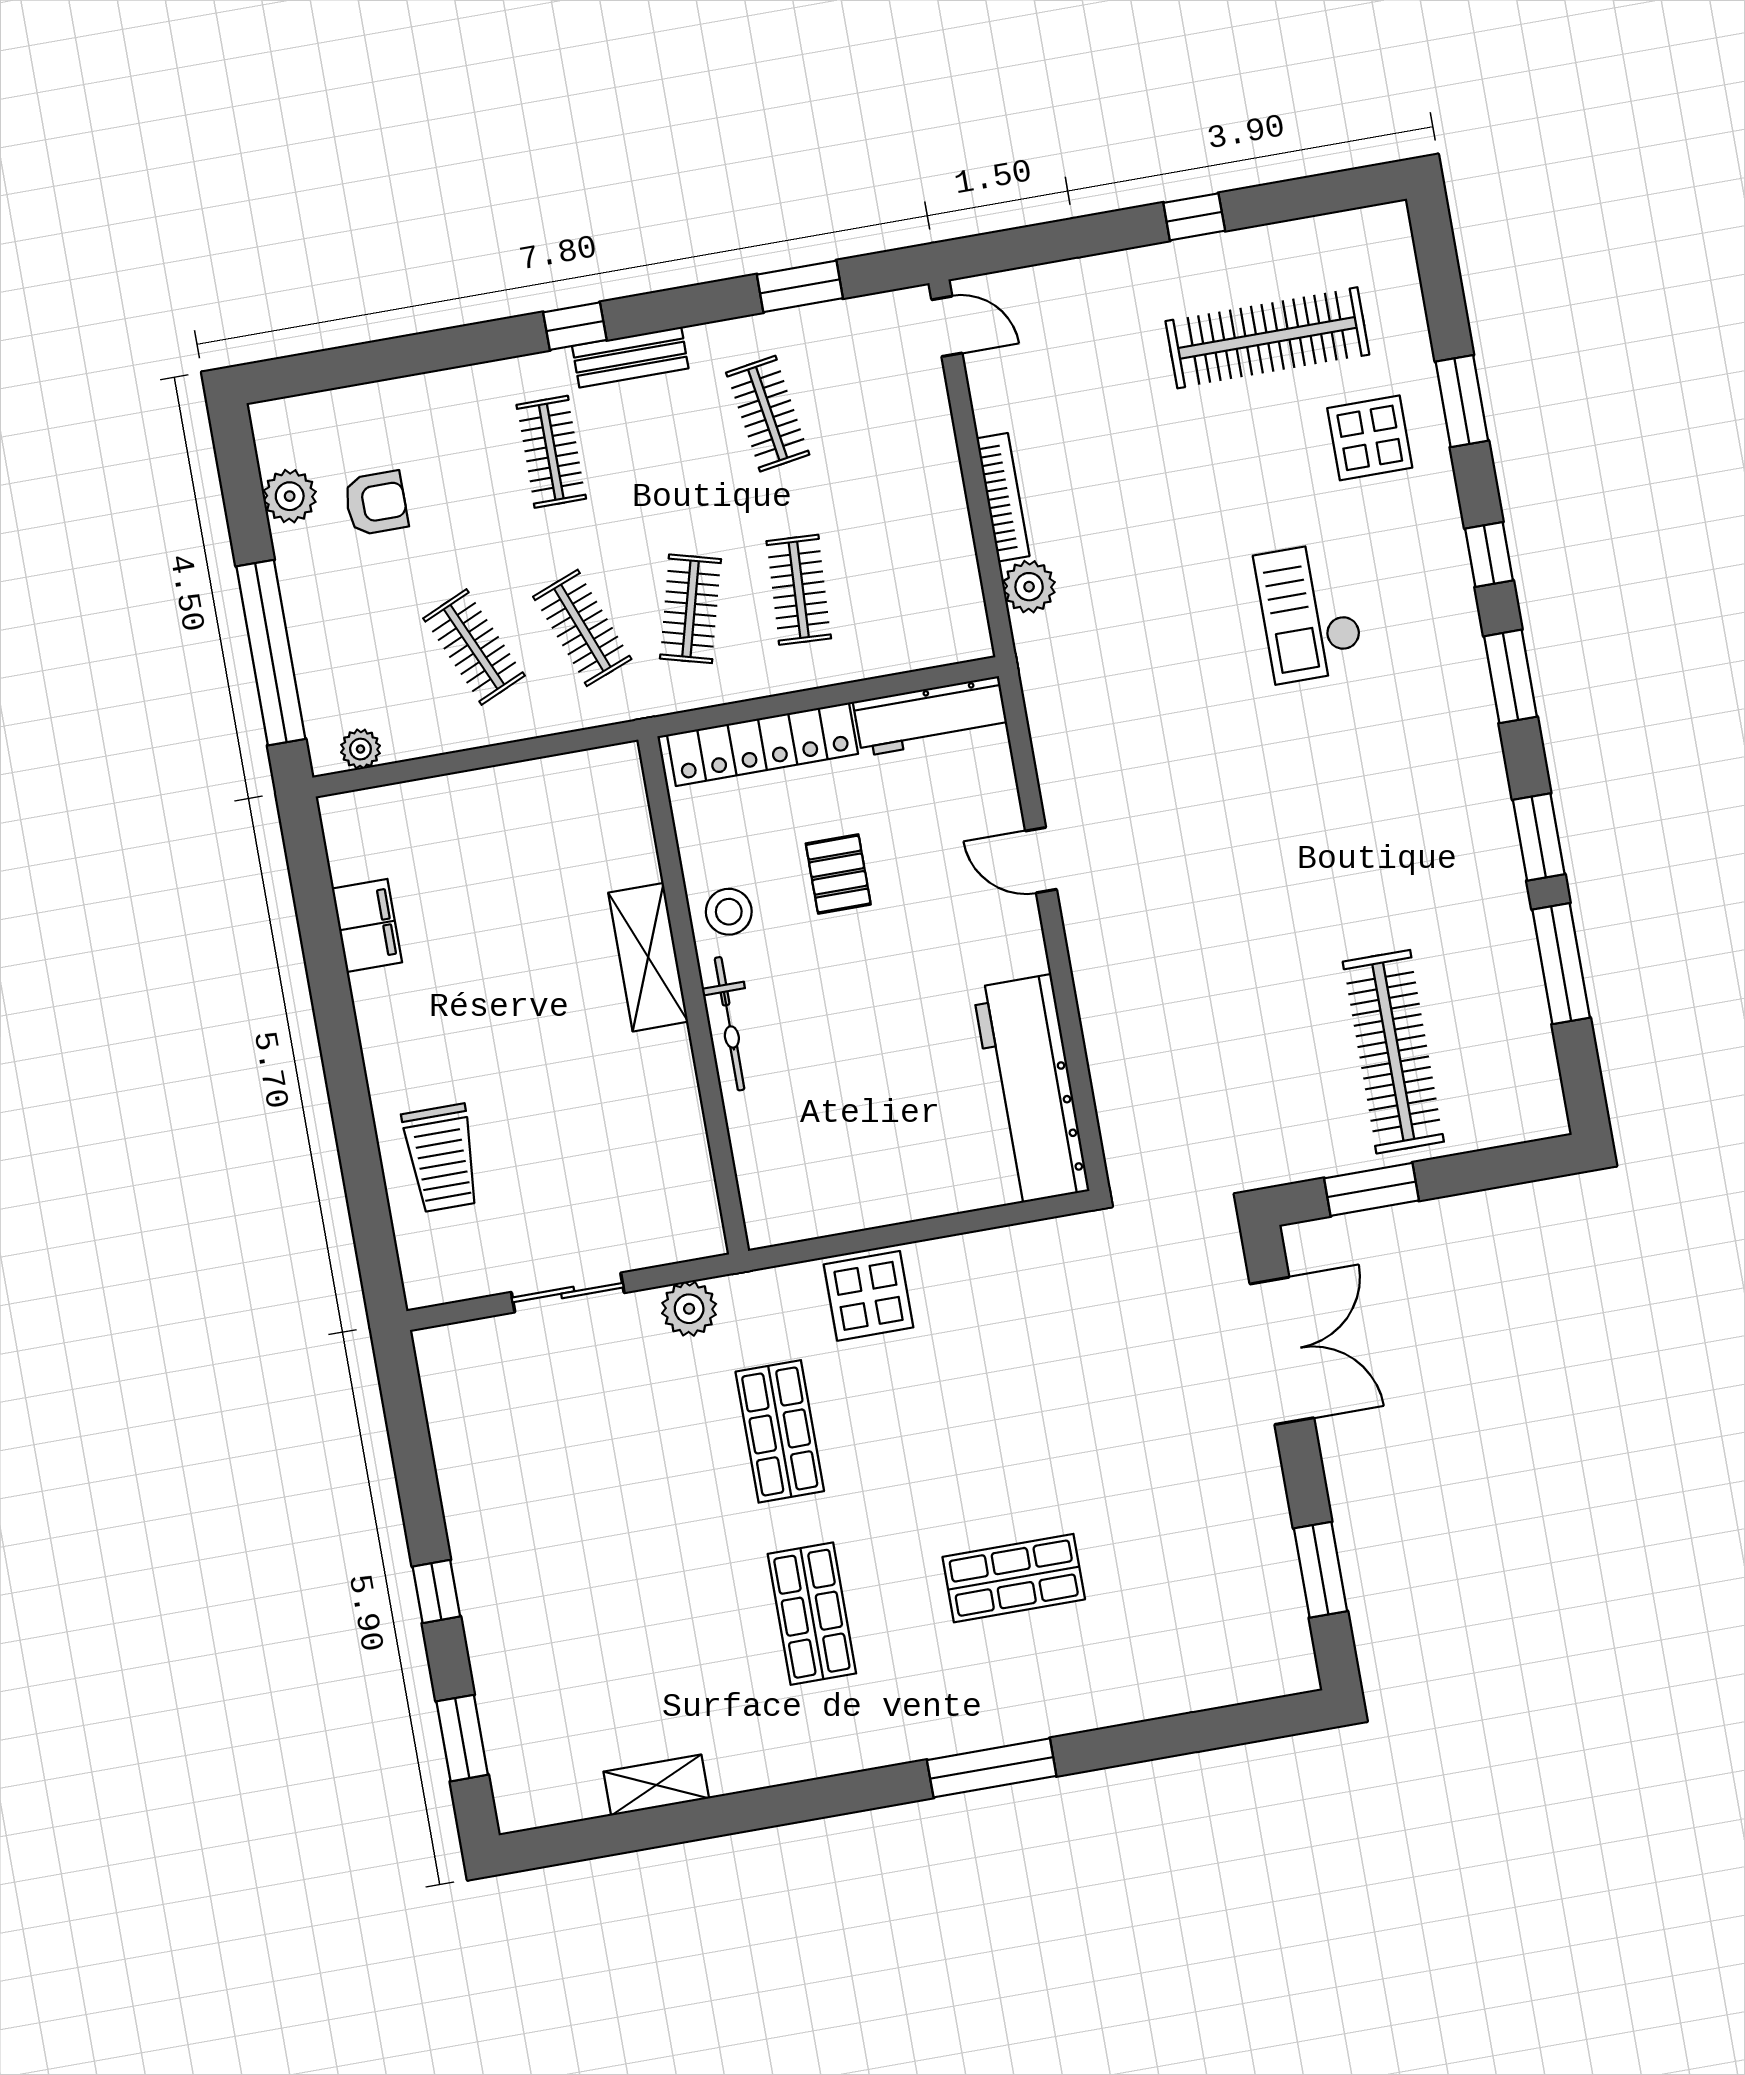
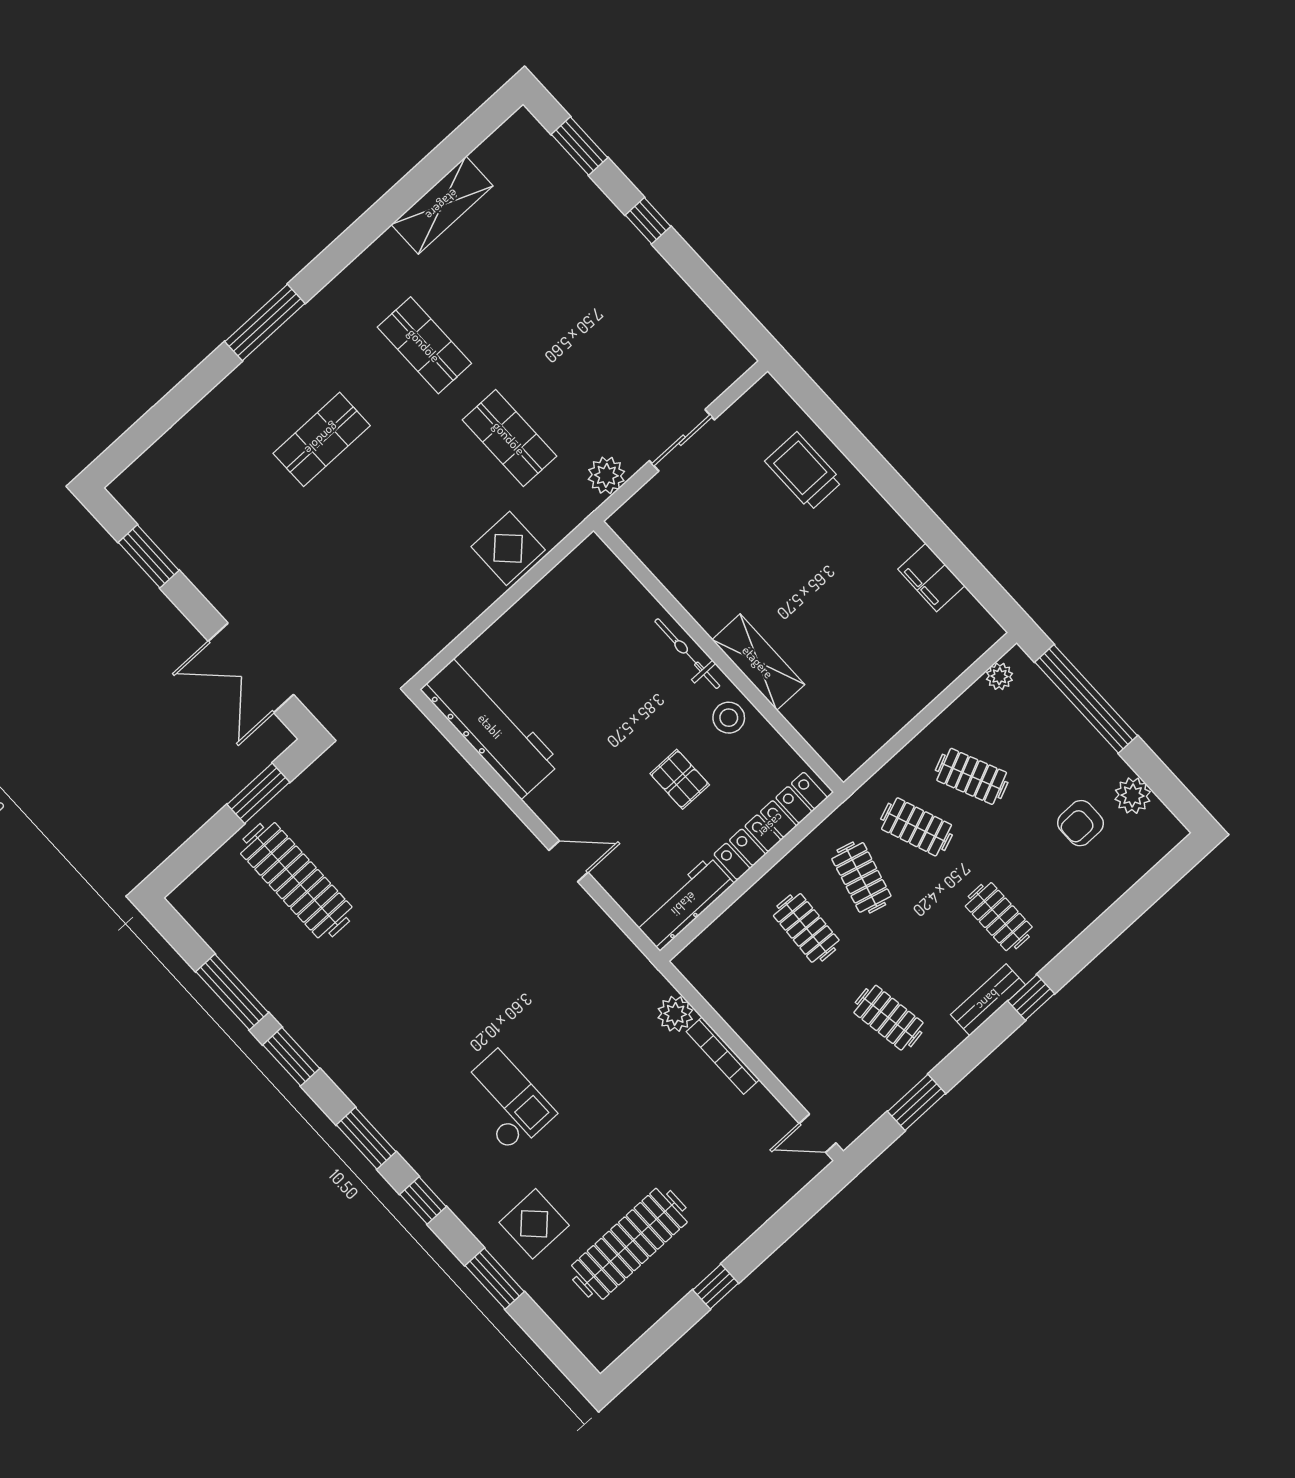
shelving: (656, 1785) -> (442, 205), width x1.50, depth x1.33

